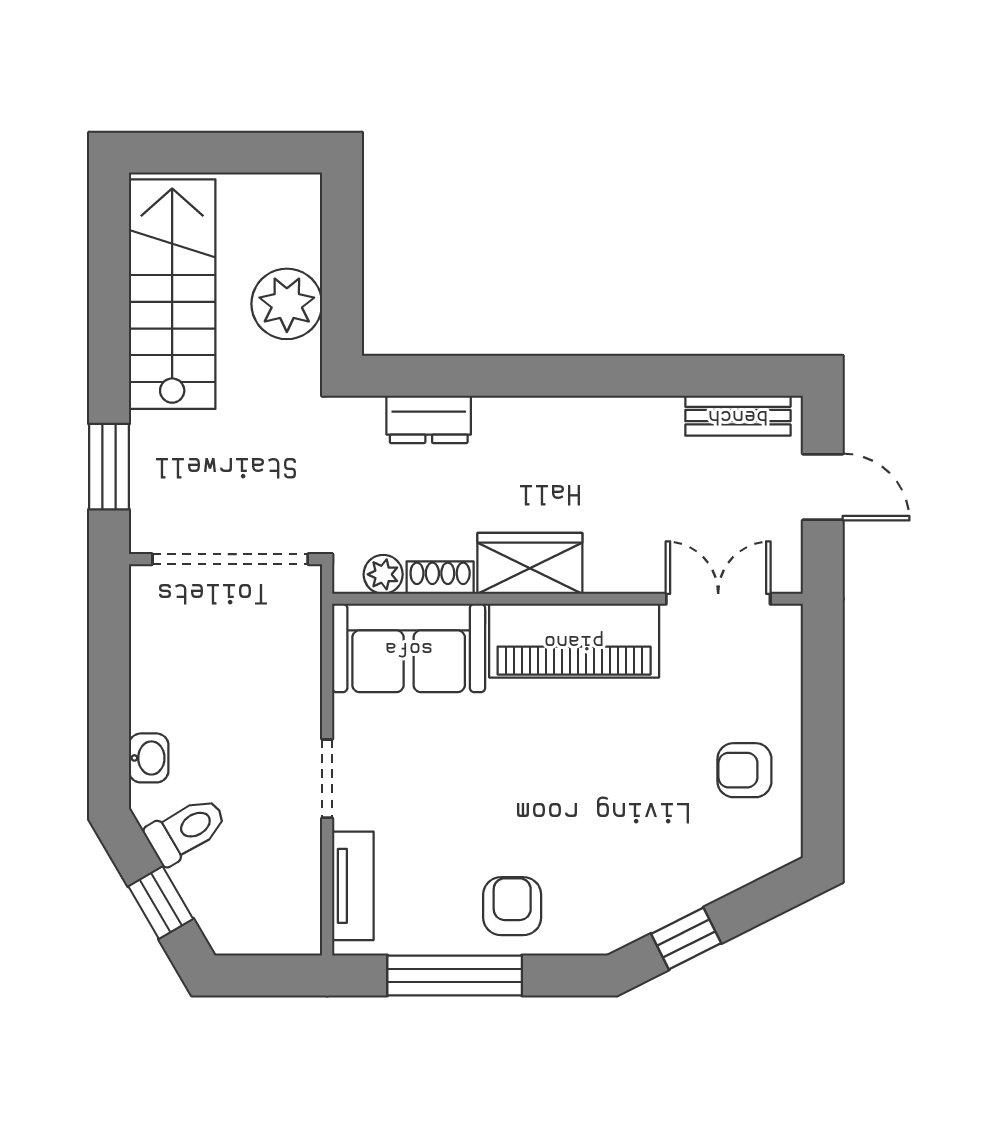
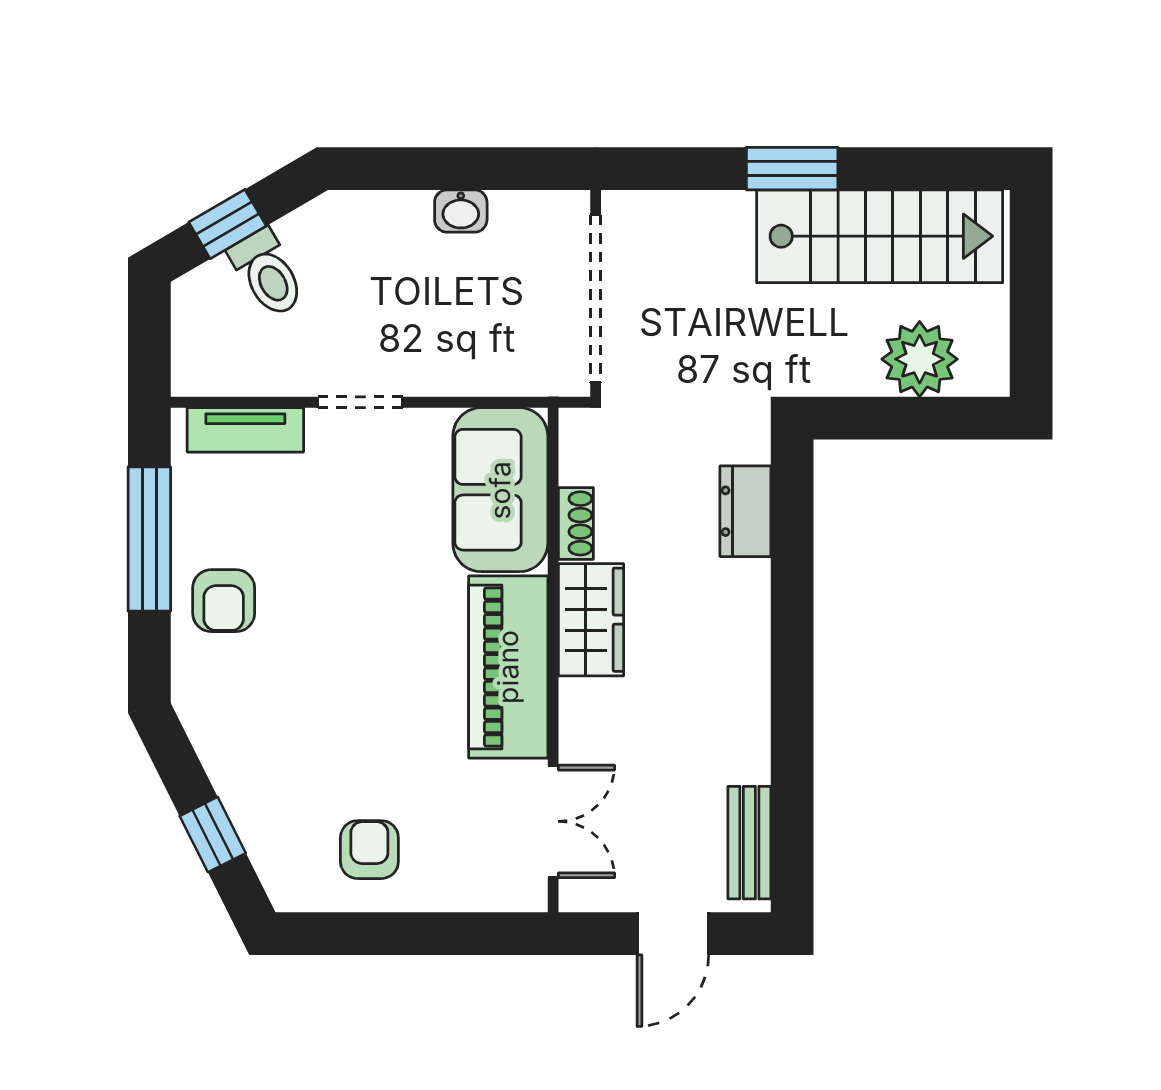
plant: (287, 304) -> (920, 359), moved
window: (109, 467) -> (792, 169), moved
plant: (383, 574) -> (579, 462), removed
washbasin: (149, 758) -> (461, 211), moved
toilet: (186, 830) -> (267, 273), moved
armchair: (512, 906) -> (224, 601), turned 90
window: (686, 938) -> (213, 835), moved

